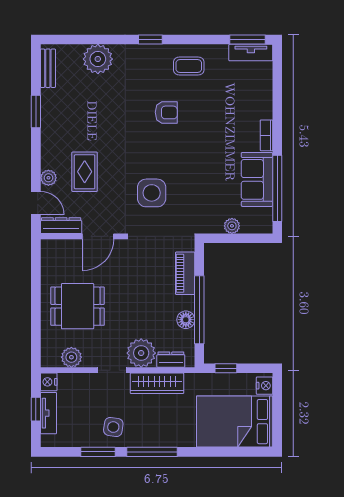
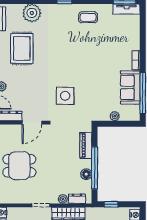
armchair: (166, 112) -> (74, 46), removed
rug: (85, 172) -> (22, 48), moved, width x1.36, depth x1.43
plant: (141, 353) -> (63, 199), width x0.53, depth x0.53
plant: (71, 357) -> (16, 197), removed

